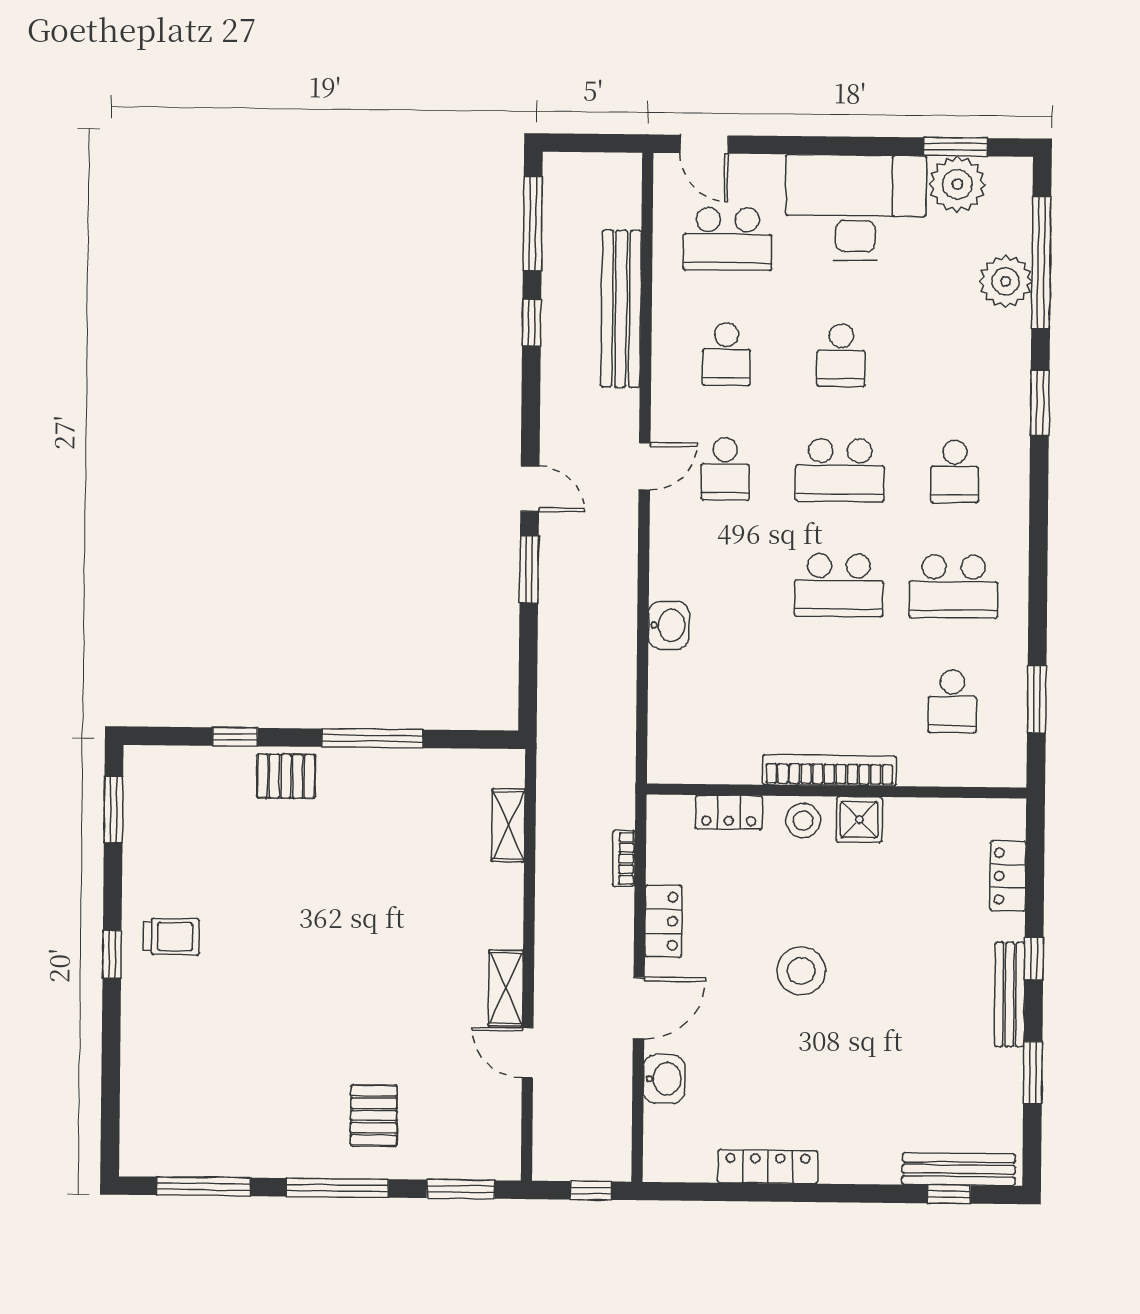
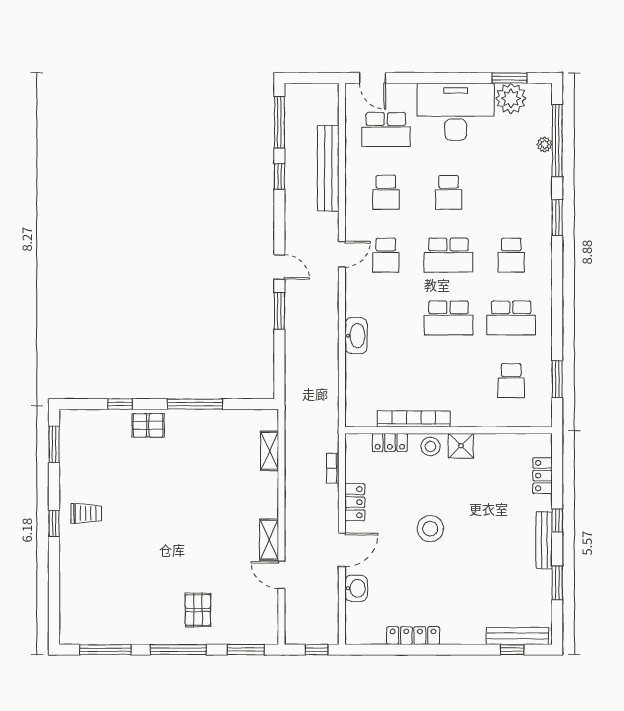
plant: (1006, 281) -> (545, 144), width x0.53, depth x0.53
washbasin: (669, 625) -> (356, 336), width x1.38
bookcase: (829, 770) -> (414, 419), moved

